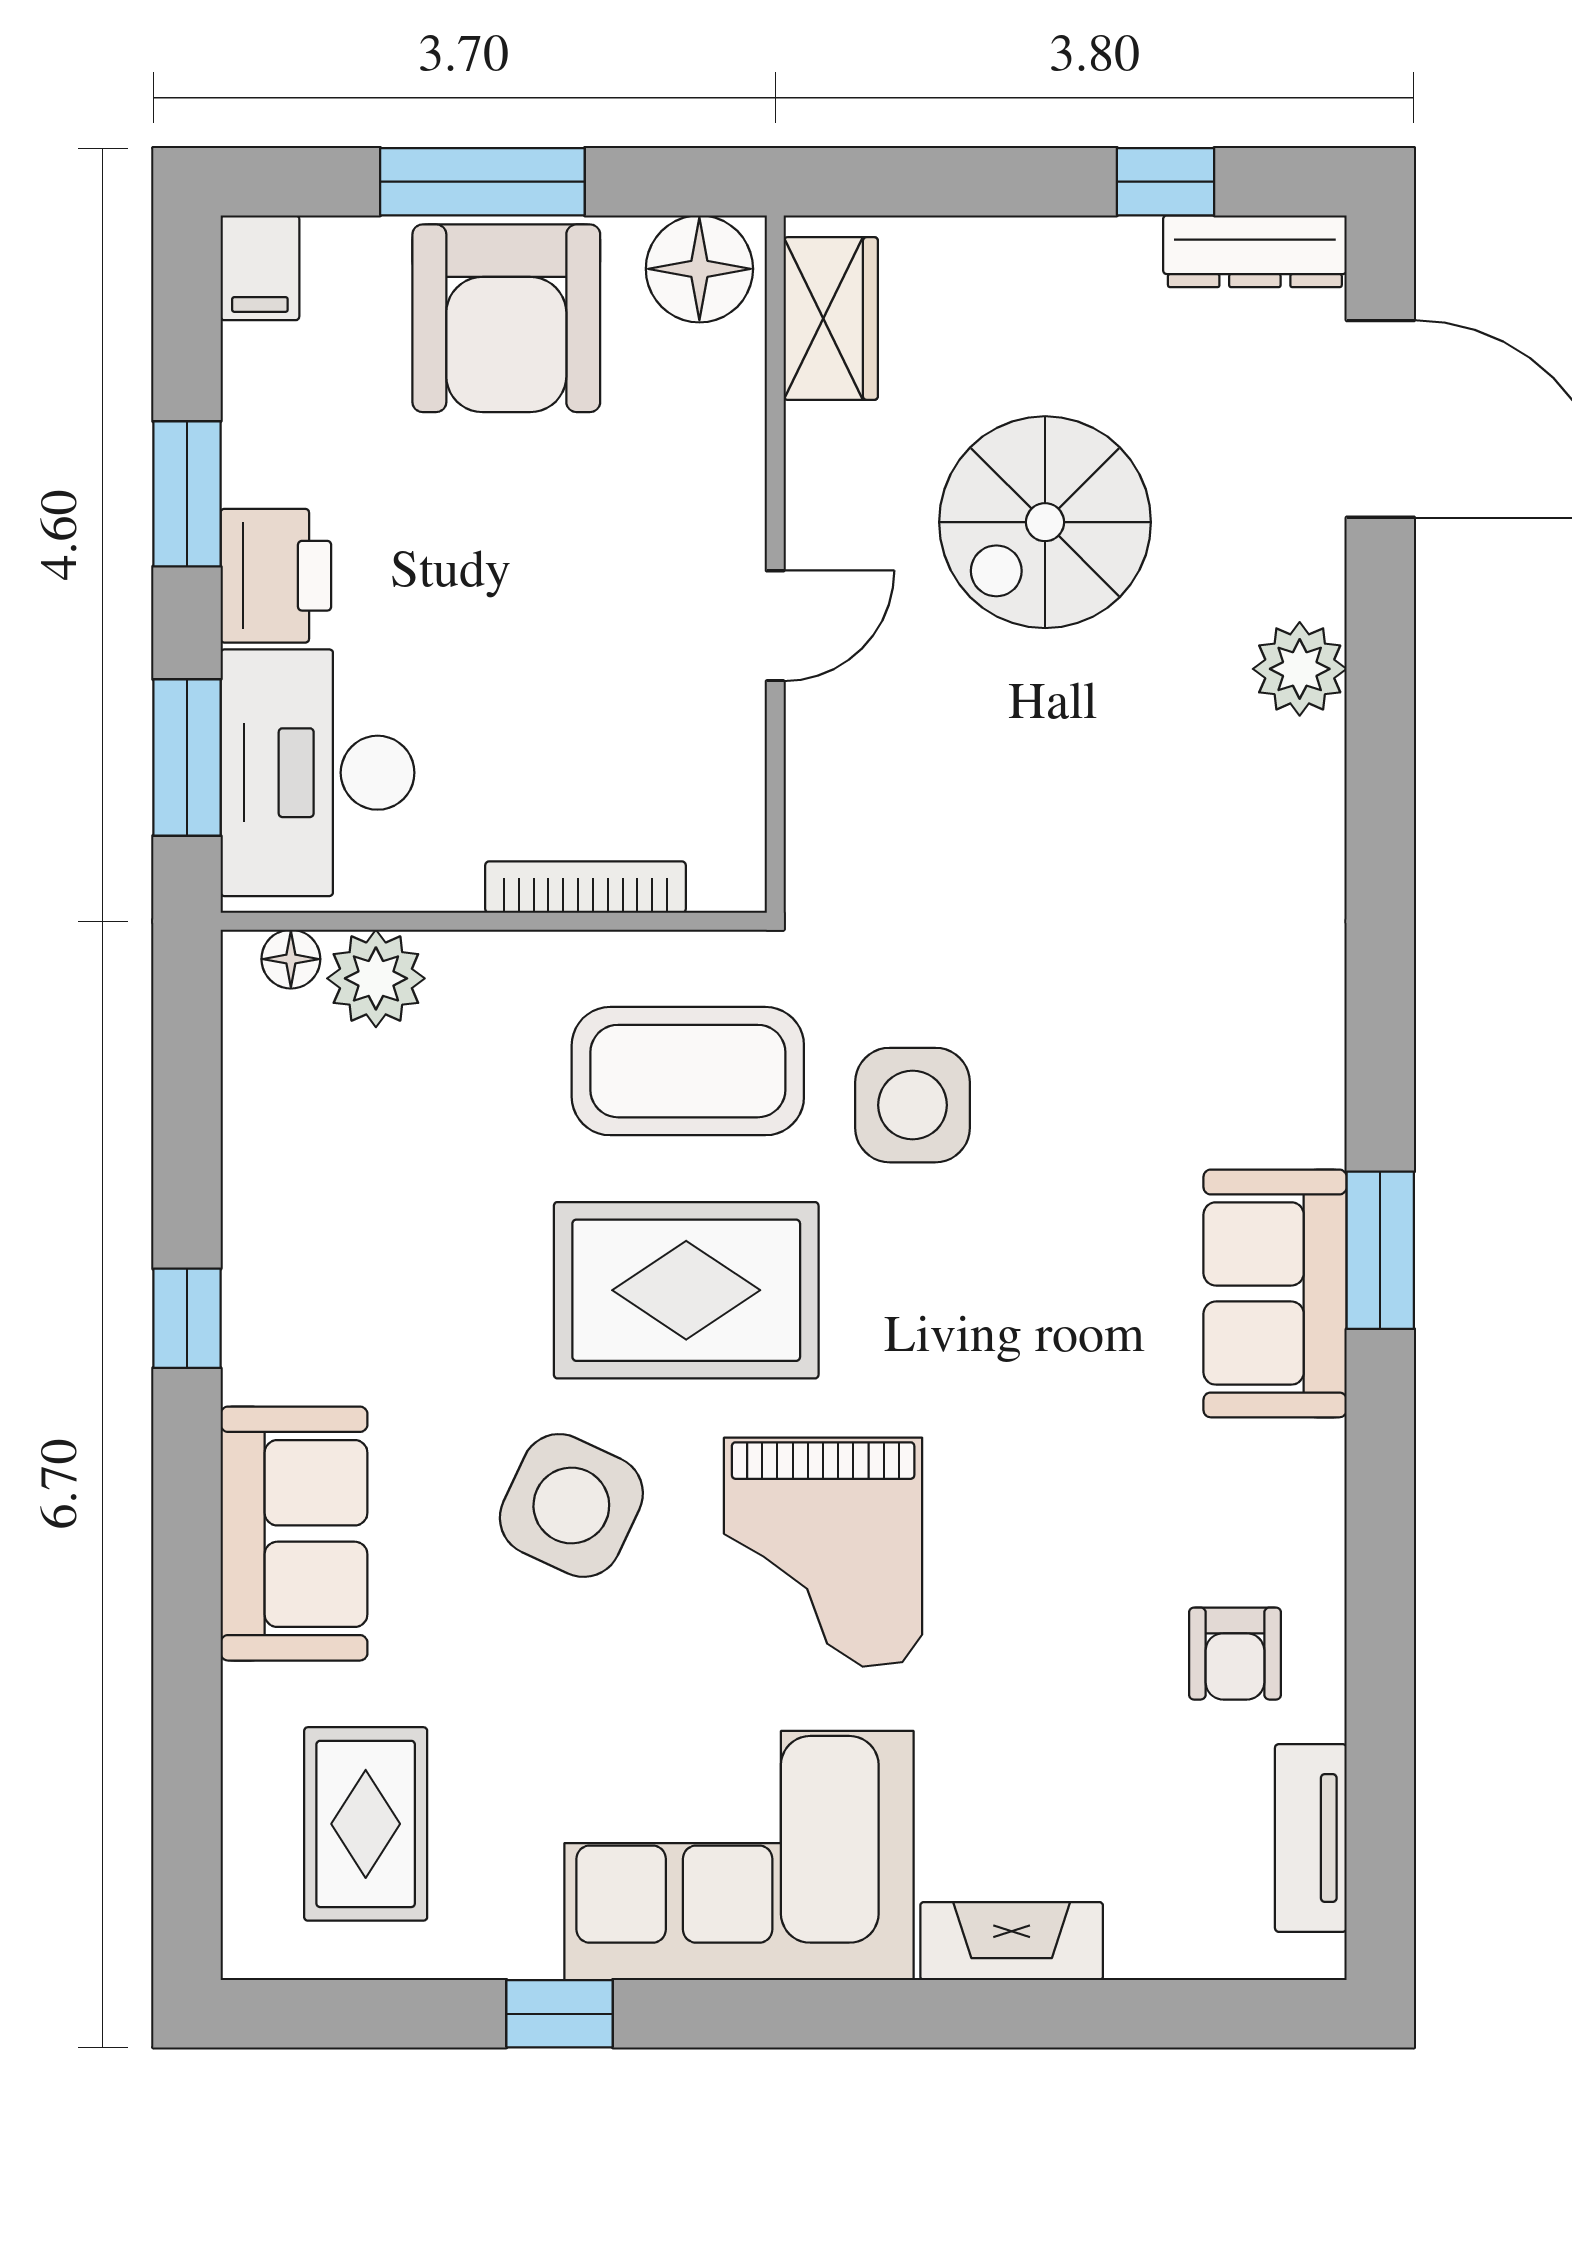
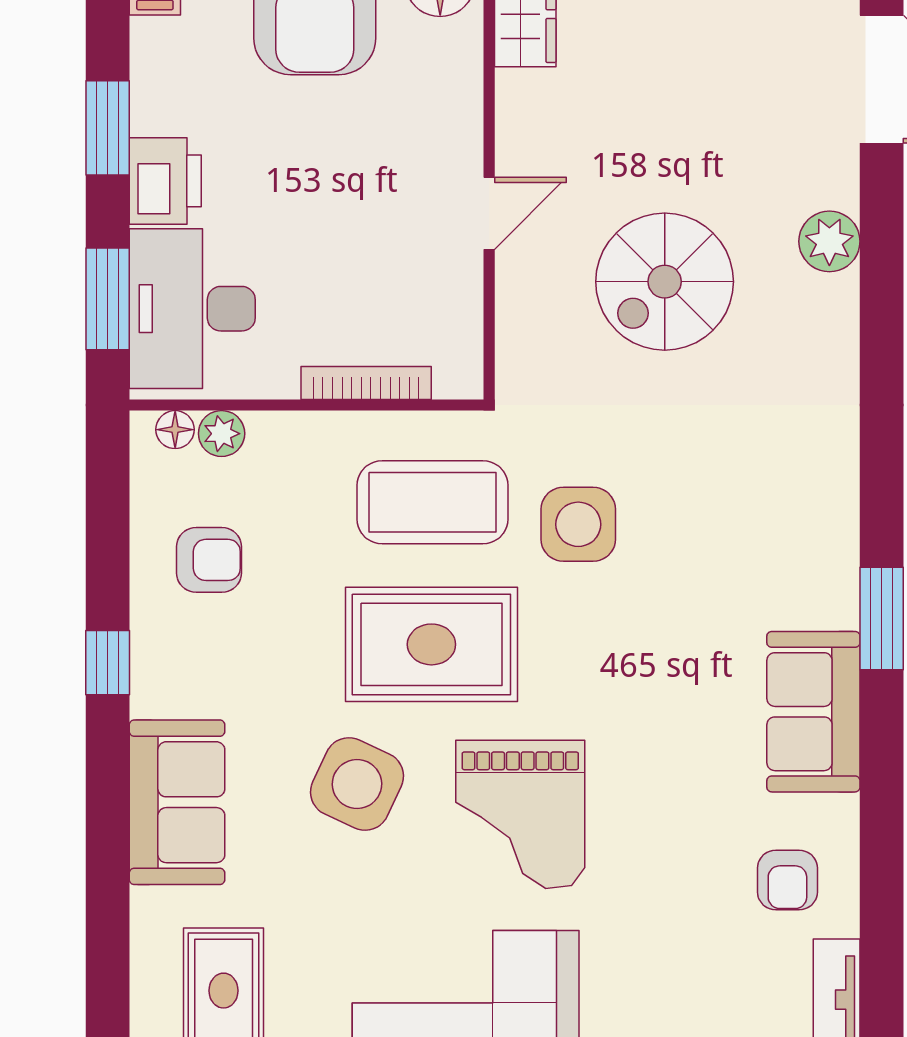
spiral stairs: (1045, 522) -> (665, 282), moved
plant: (376, 978) -> (222, 434), width x0.73, depth x0.73
armchair: (343, 1160) -> (209, 560), added
sofa: (1275, 1293) -> (813, 712), moved

